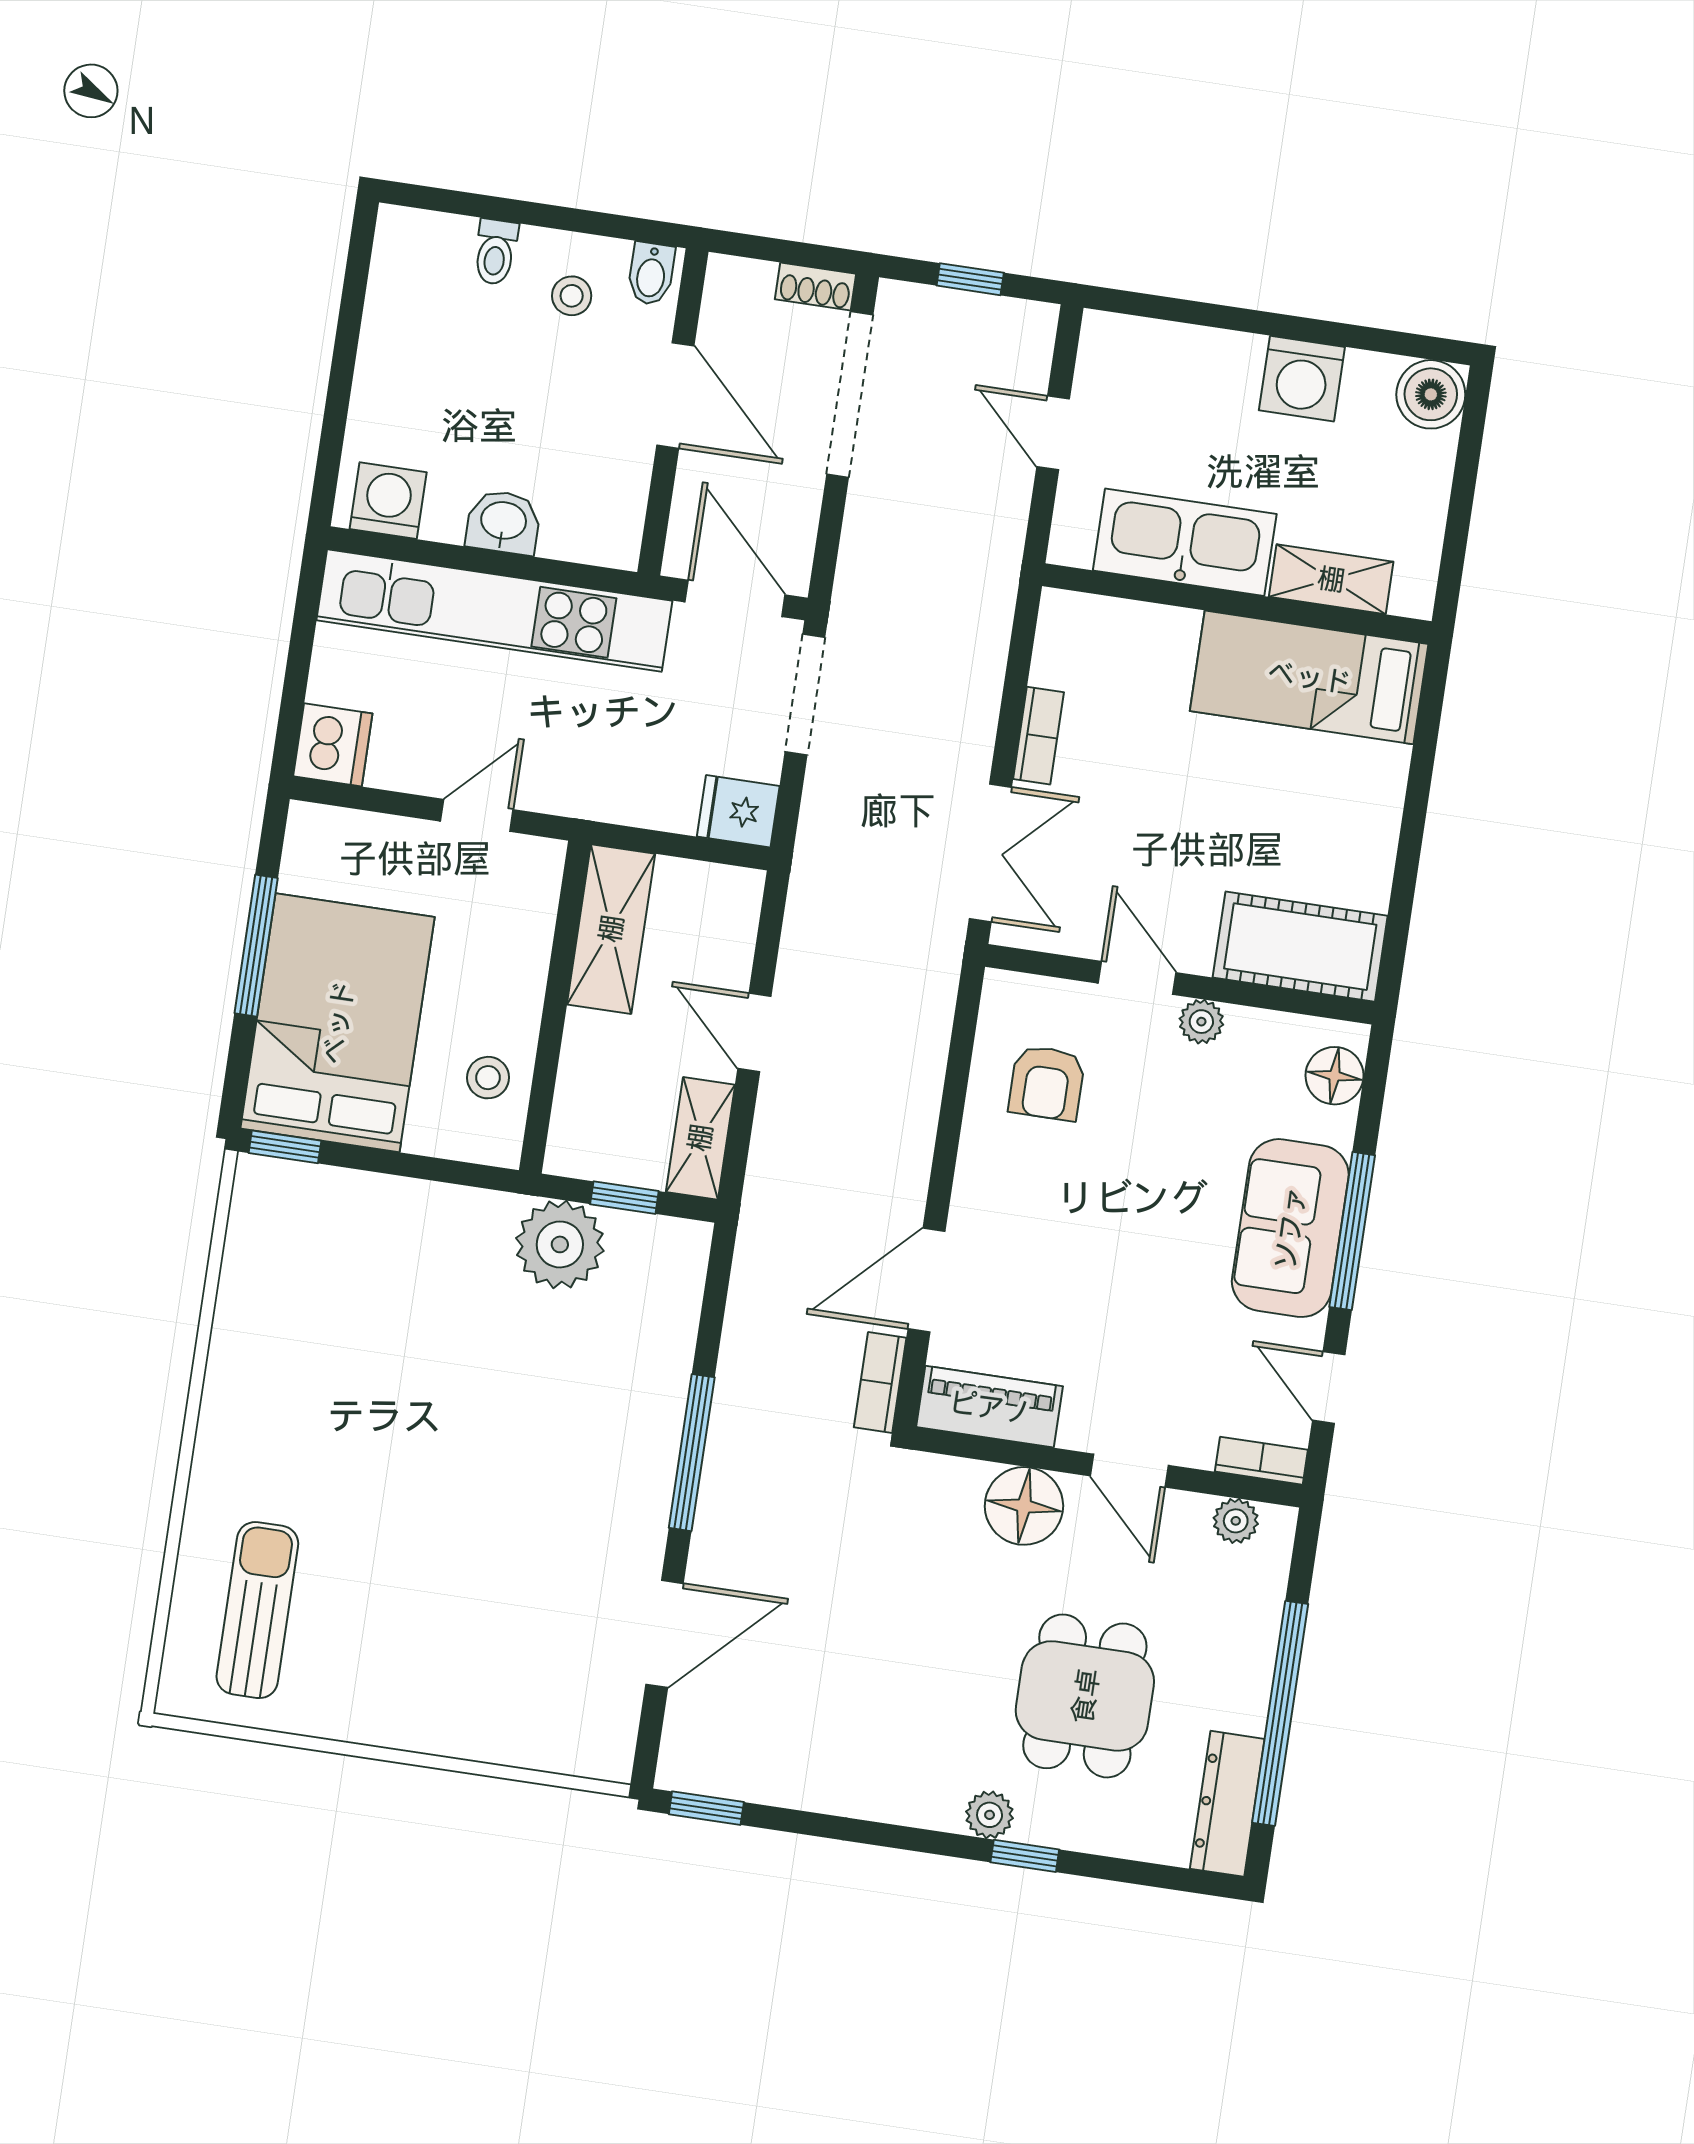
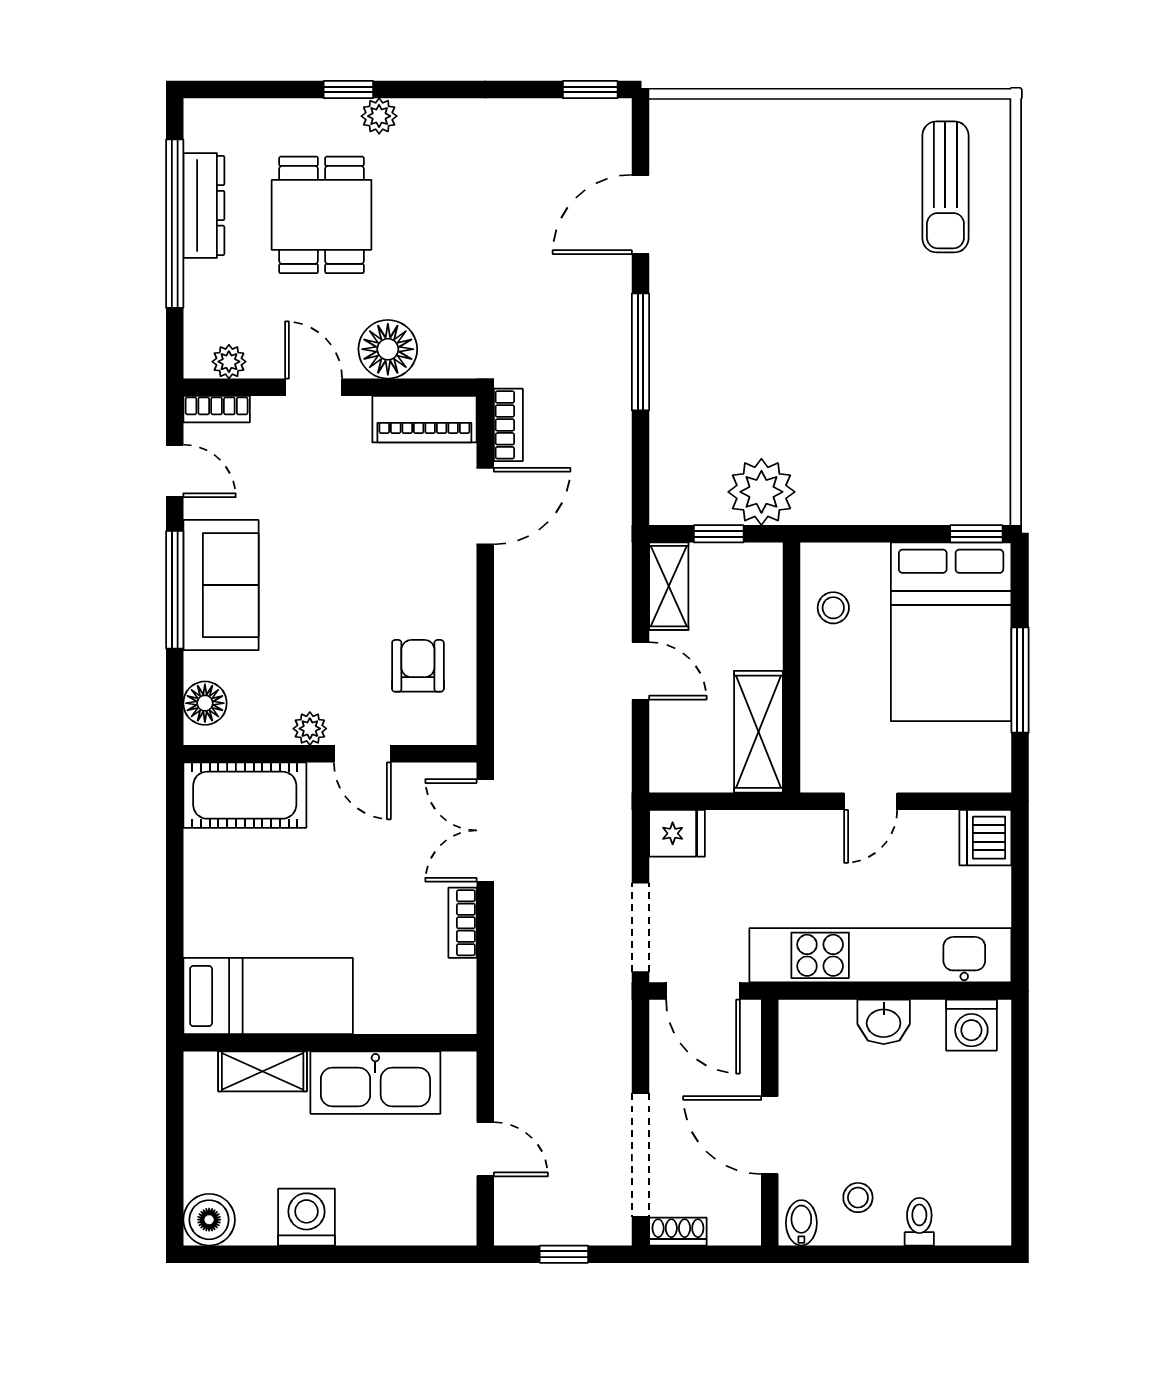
dresser: (1227, 1804) -> (204, 205), moved

